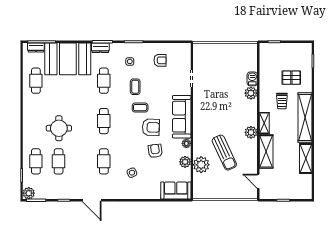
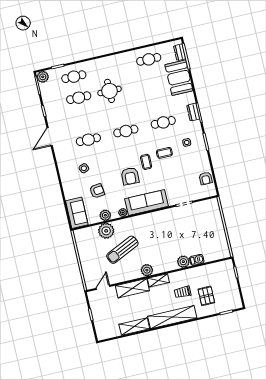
booth: (68, 59) -> (179, 78), width x0.73, depth x0.70
armchair: (160, 60) -> (206, 178), moved
armchair: (155, 151) -> (97, 191), moved

